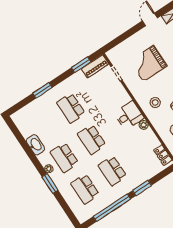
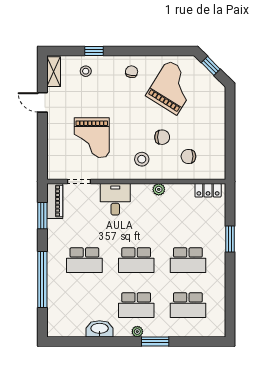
window: (42, 90) -> (42, 280), width x2.11
desk: (129, 115) -> (115, 199), moved
window: (112, 208) -> (230, 289), removed

